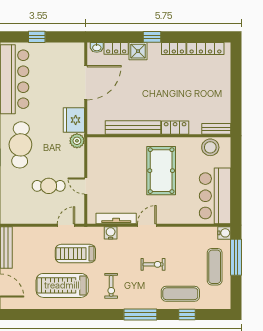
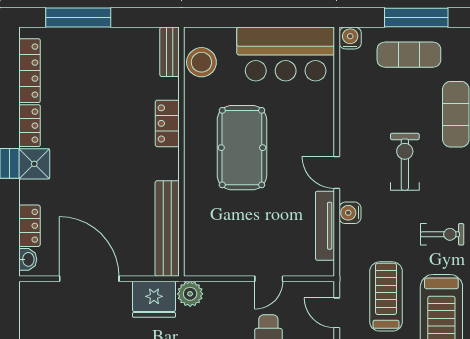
shower: (138, 51) -> (34, 164), moved
window: (236, 76) -> (78, 17), added
bench: (133, 128) -> (167, 229), moved
pool table: (161, 171) -> (242, 148), turned 90
water cooler: (111, 233) -> (350, 213), moved
treadmill: (75, 254) -> (386, 296), turned 180
window: (236, 257) -> (416, 17), moved
exercise bike: (153, 264) -> (405, 162), width x1.38, depth x1.39

